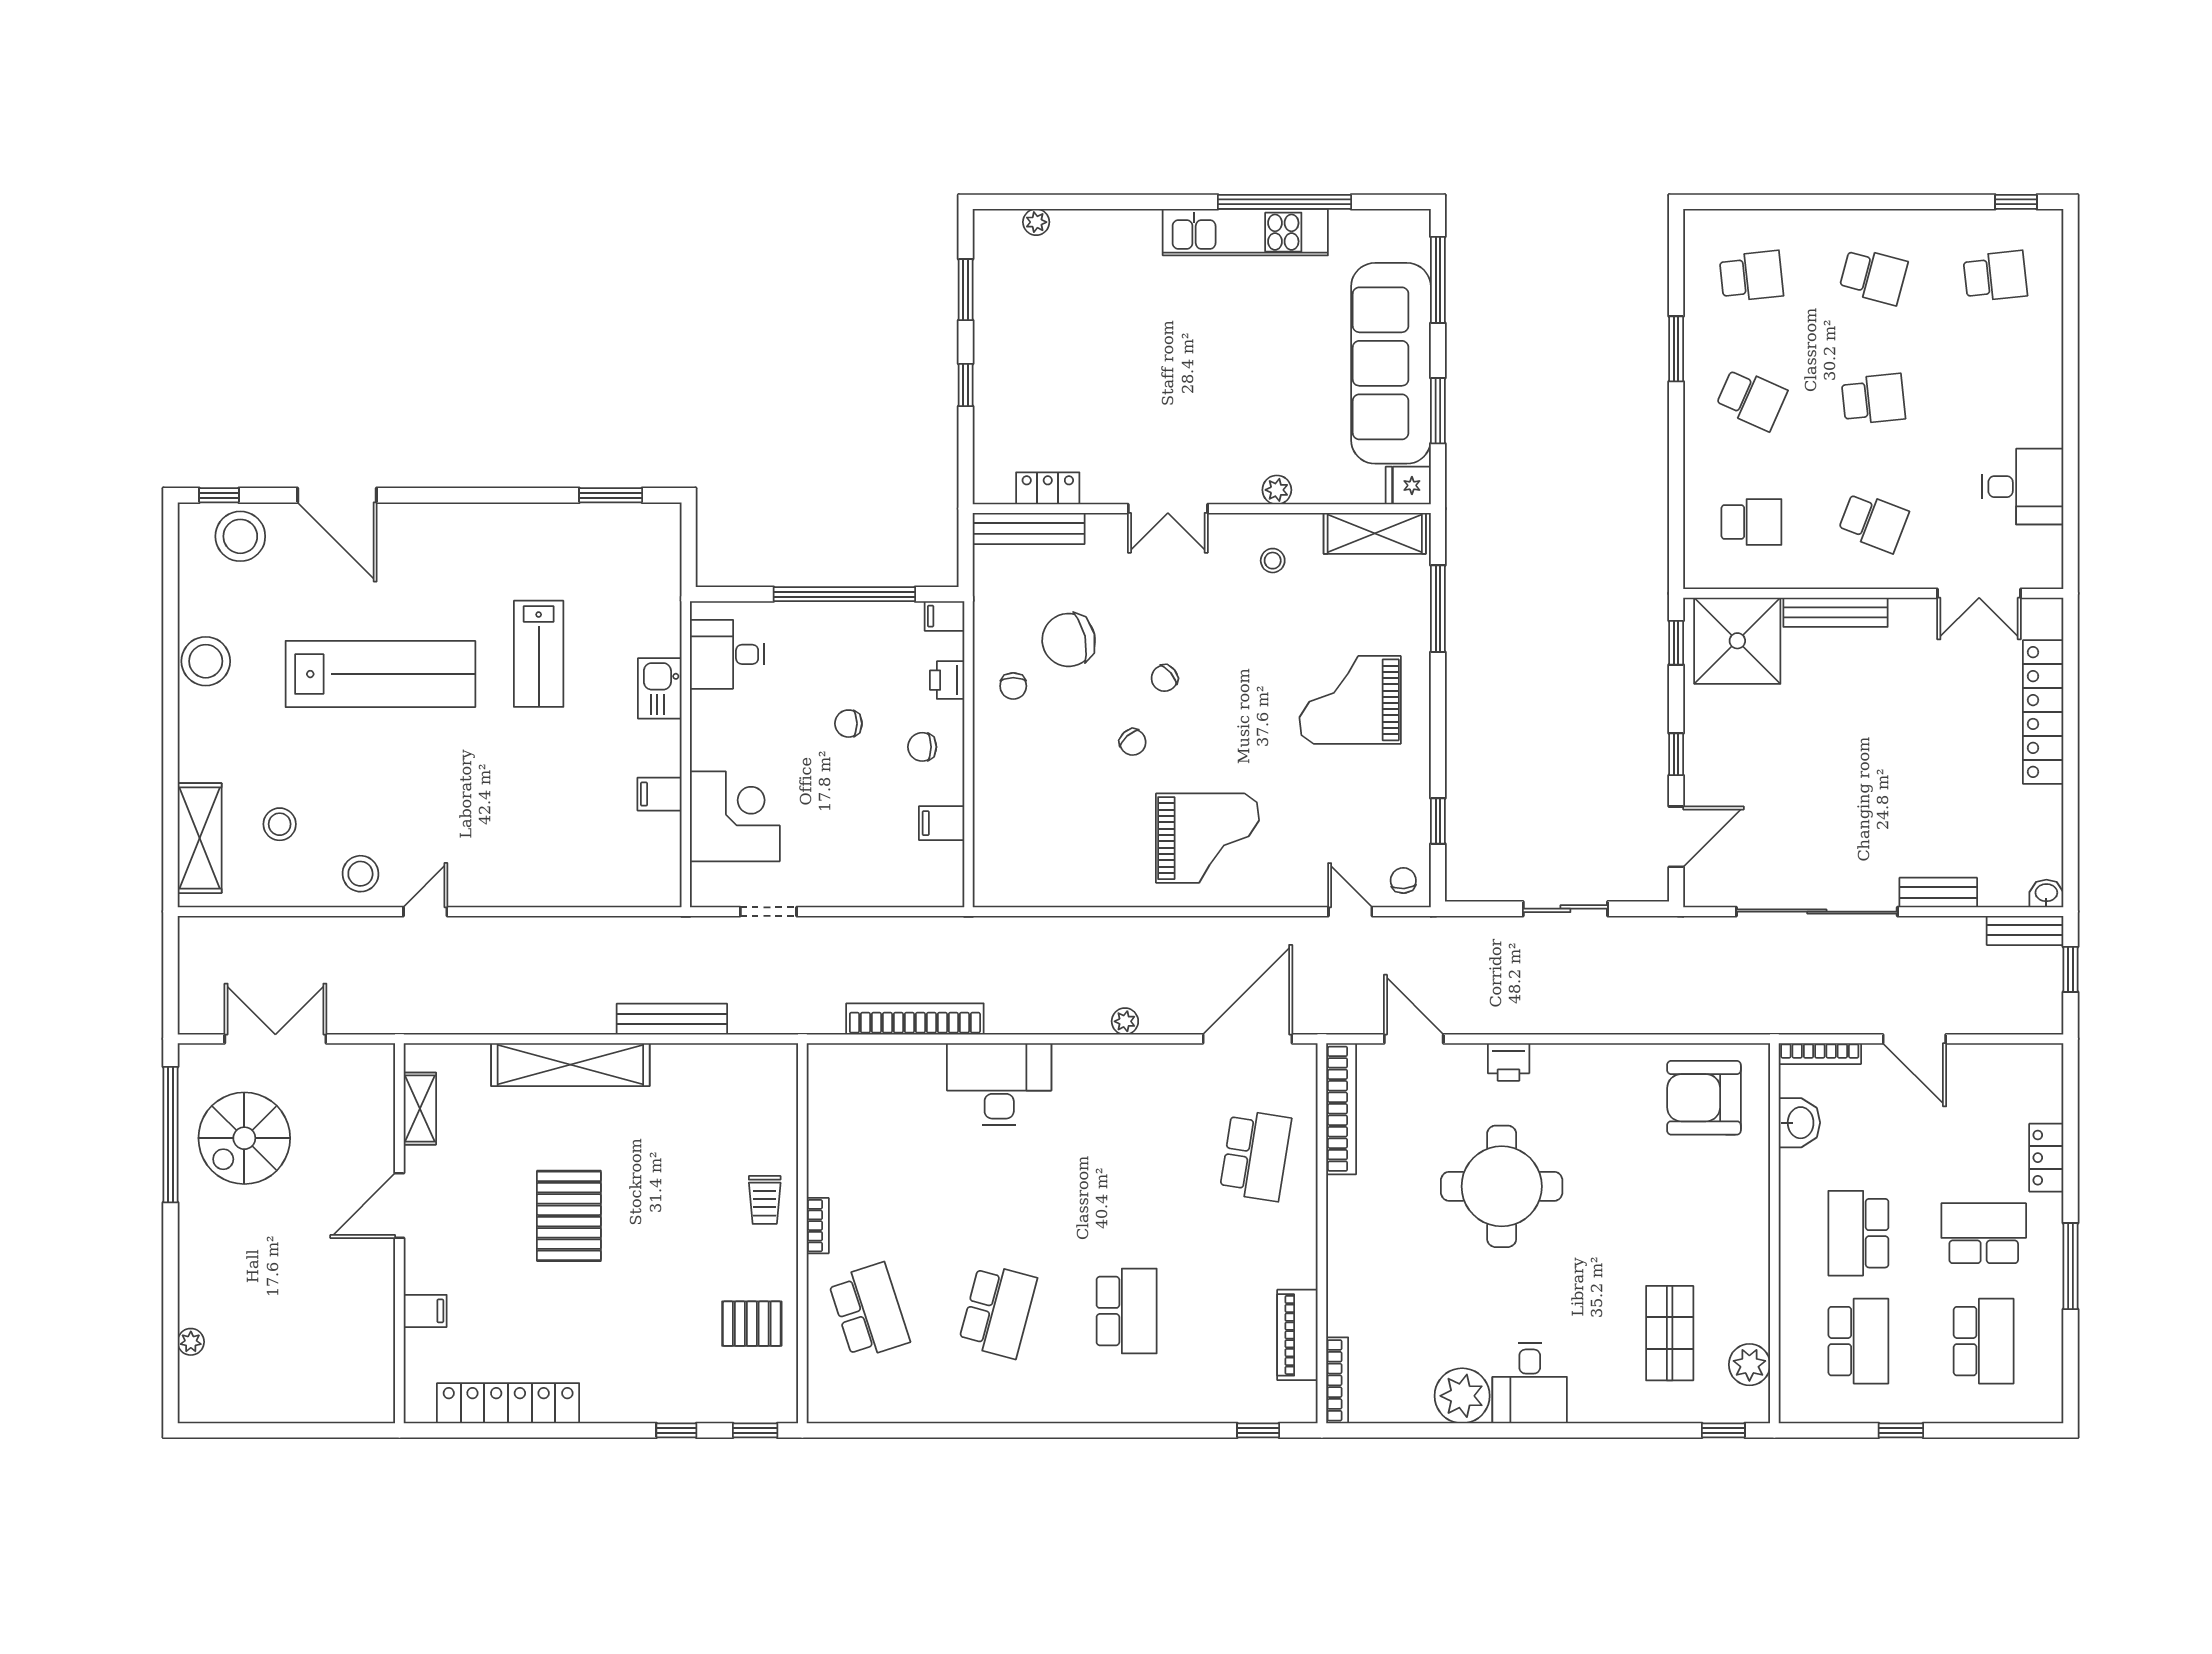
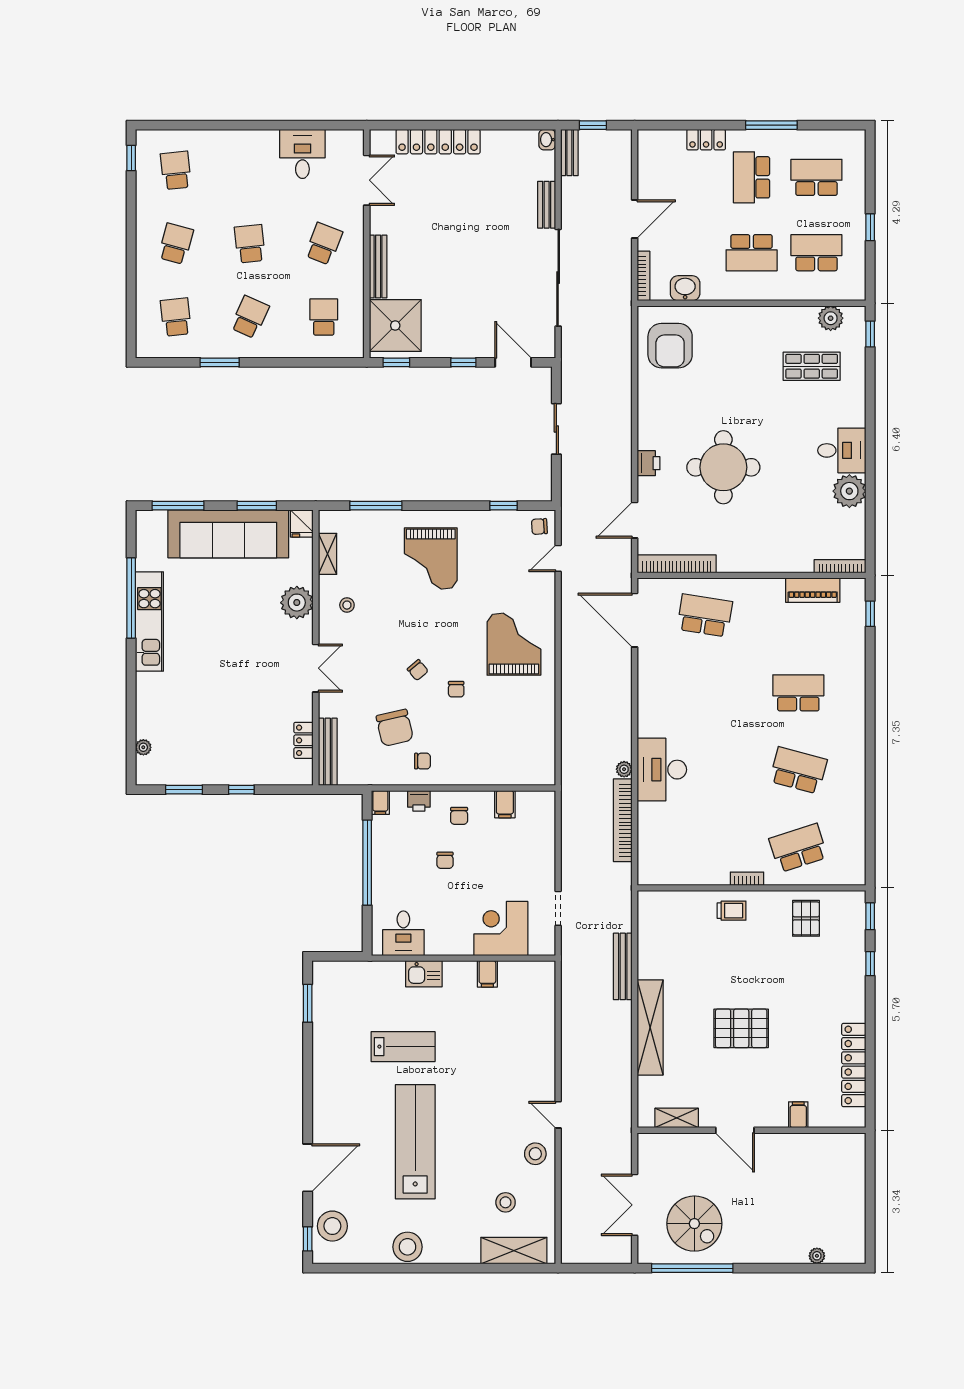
plant: (1277, 490) -> (297, 603), width x1.87, depth x1.87
shelving: (1375, 533) -> (327, 554), width x0.67, depth x0.75
chair: (1133, 742) -> (456, 689), turned 132
plant: (1125, 1021) -> (624, 769), moved

